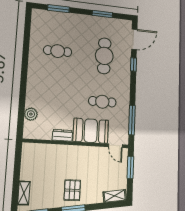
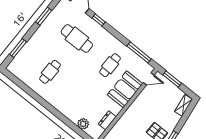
dresser: (62, 135) -> (107, 120), moved

